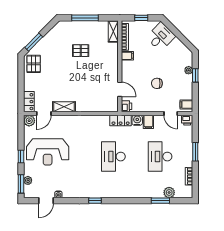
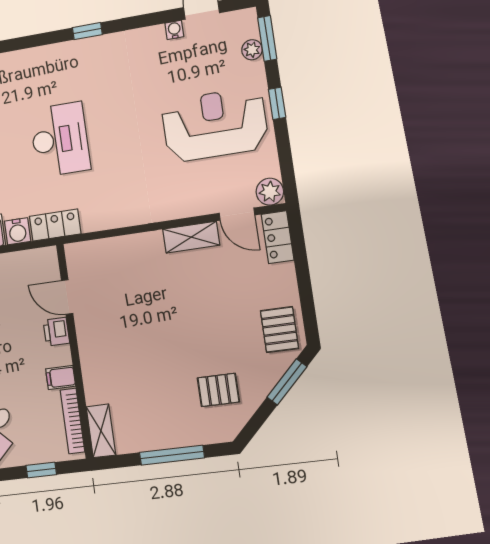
pallet: (81, 51) -> (218, 390), moved
printer: (126, 106) -> (56, 332), moved
door: (44, 114) -> (237, 214), swing flipped

